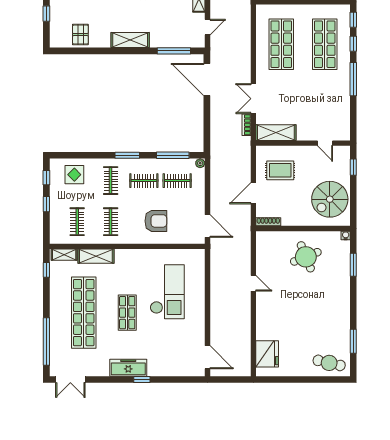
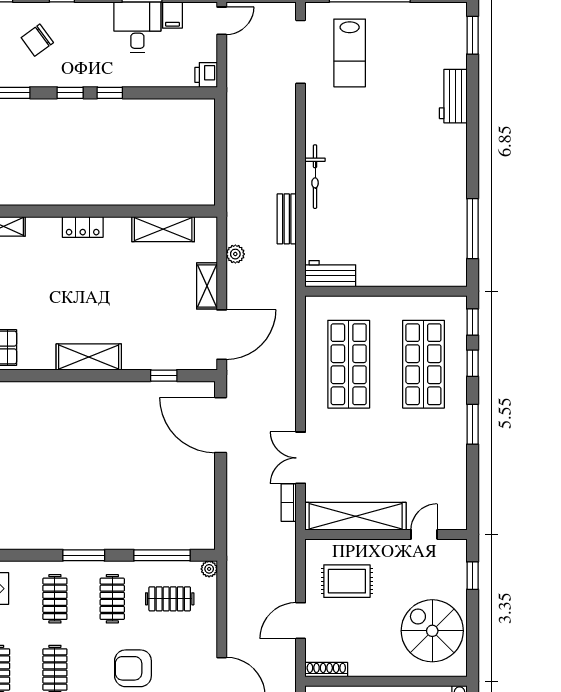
door: (207, 27) -> (222, 335), width x1.88
window: (174, 51) -> (164, 376), width x0.46
window: (353, 79) -> (473, 424), width x0.69
shelving: (276, 133) -> (356, 516), width x1.47
door: (325, 143) -> (424, 534), swing flipped
clothes rail: (144, 181) -> (112, 599), turned 90
spiral stairs: (330, 199) -> (432, 631), turned 90
armchair: (156, 221) -> (133, 668), turned 180

